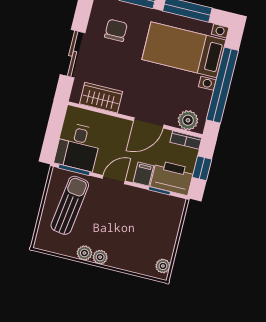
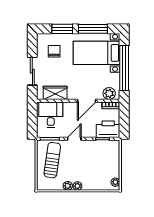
desk: (78, 147) -> (51, 115), moved, turned 180
window: (202, 168) -> (124, 119), removed
filing cabinet: (143, 174) -> (91, 131), removed

